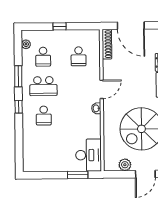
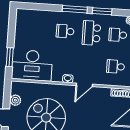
door: (102, 89) -> (84, 85), hinge flipped
window: (19, 107) -> (75, 9), width x2.17
desk: (89, 155) -> (32, 65), width x1.36, depth x1.30

